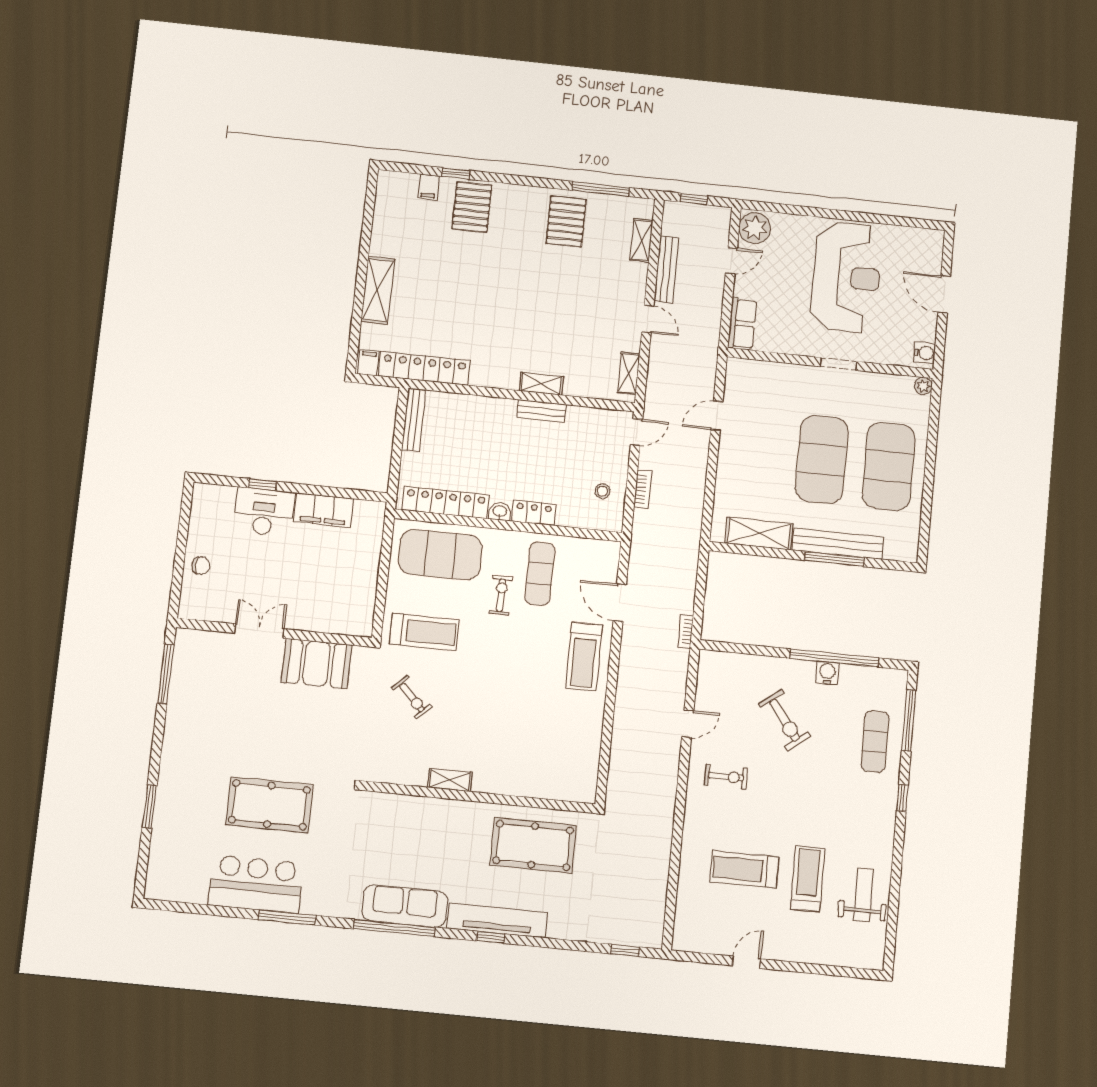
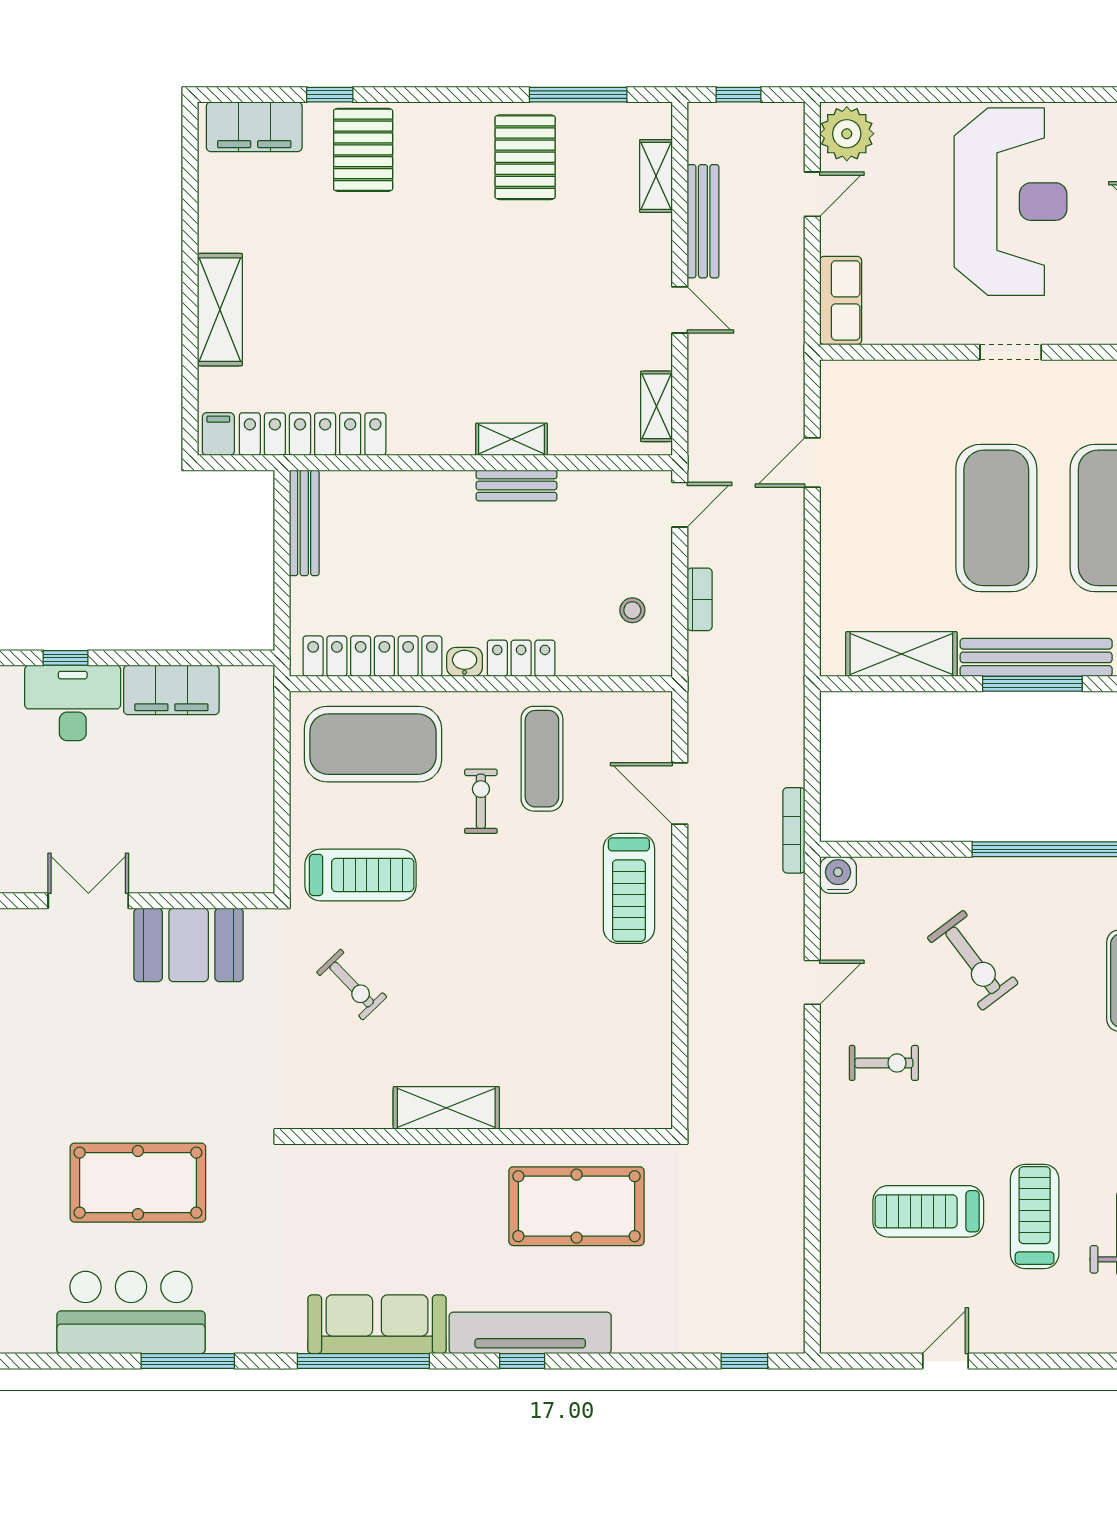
filing cabinet: (429, 187) -> (254, 127), width x3.00, depth x1.17
bookcase: (685, 632) -> (794, 830), width x1.56
water cooler: (827, 673) -> (838, 875), moved
shelving: (450, 780) -> (446, 1108), width x1.50, depth x1.33

